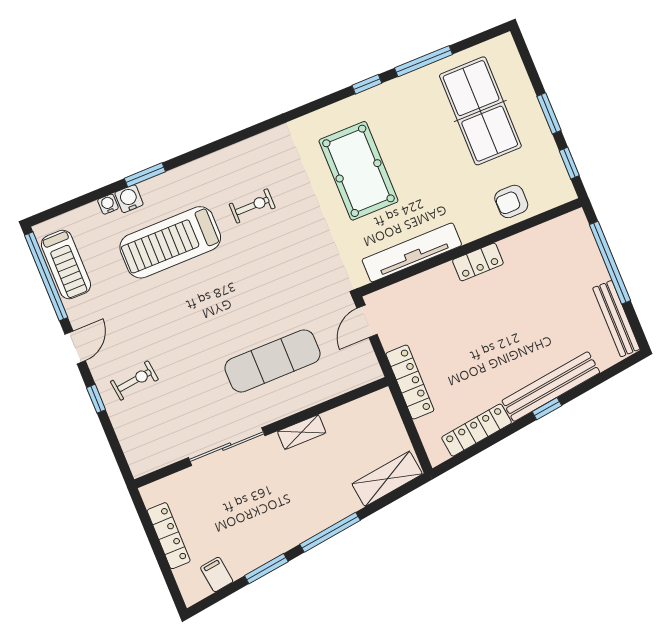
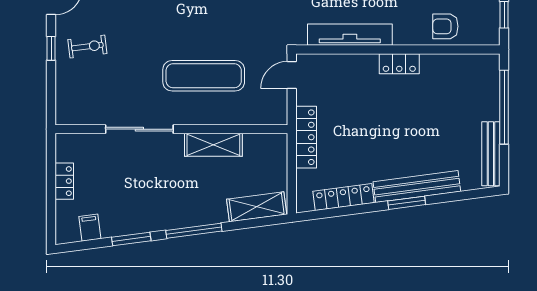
window: (547, 409) -> (407, 203), width x1.50
shelving: (302, 432) -> (213, 145), width x1.50, depth x1.33
locker: (169, 536) -> (64, 181), width x0.66

